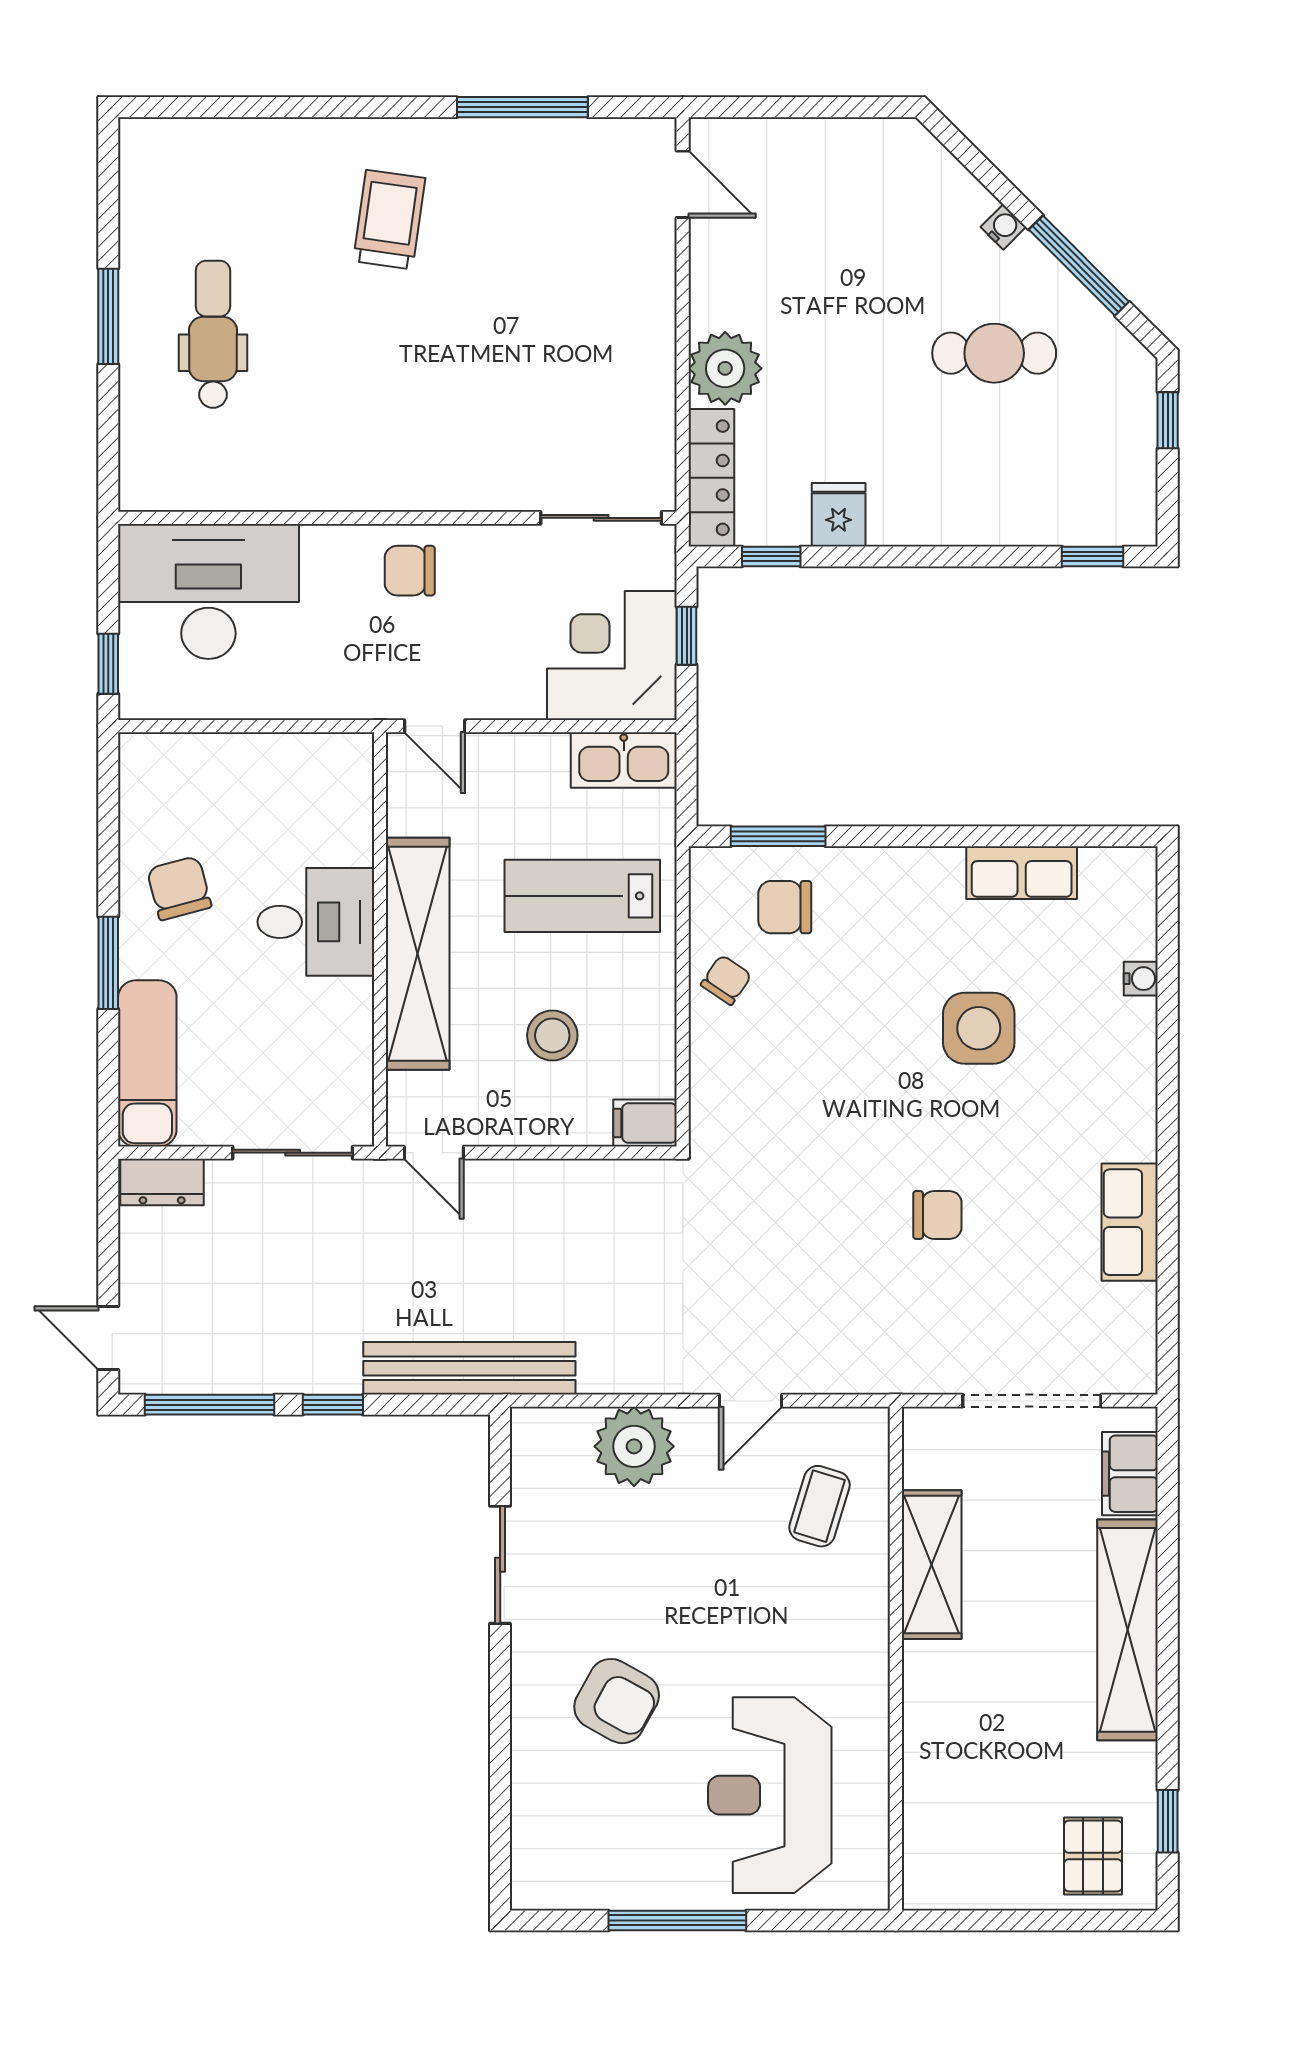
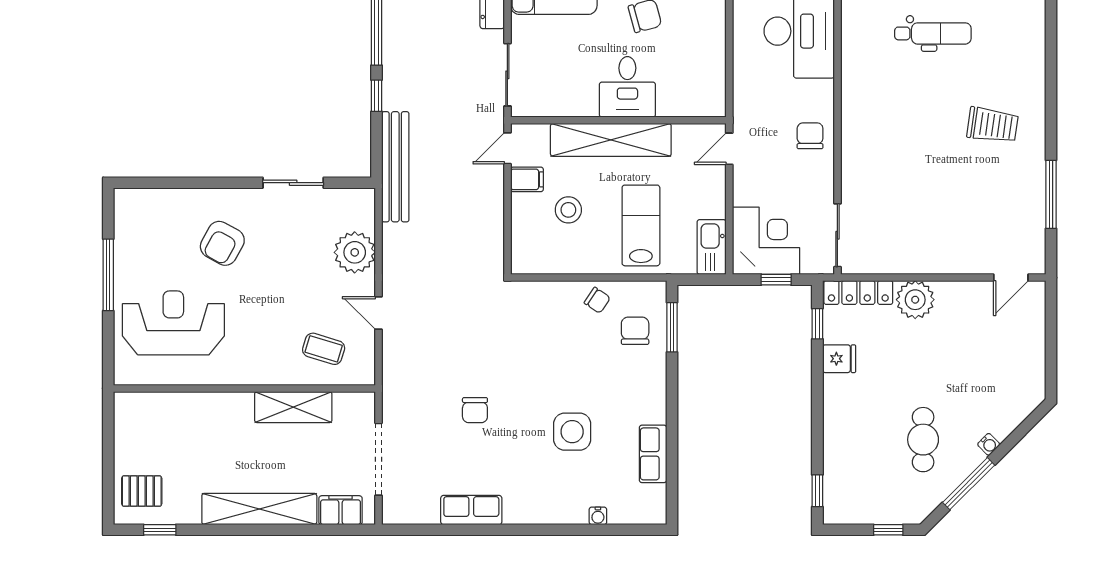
filing cabinet: (645, 1123) -> (527, 179), moved, turned 90

